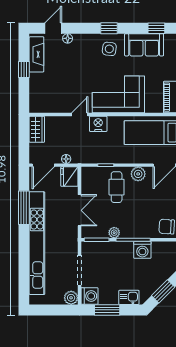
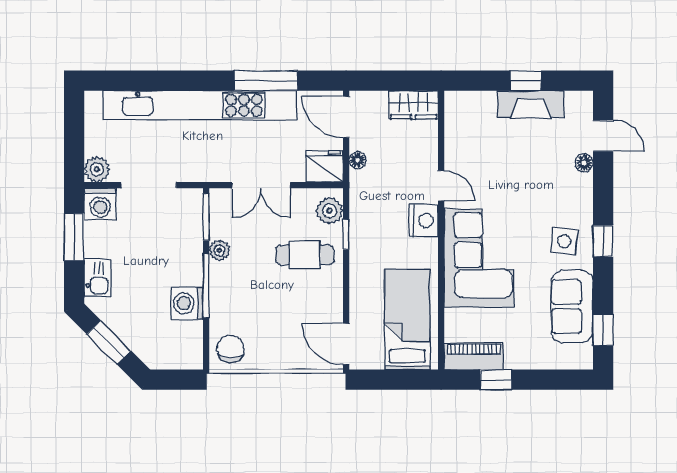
fireplace: (36, 54) -> (531, 104), moved
plant: (138, 174) -> (330, 211), moved

